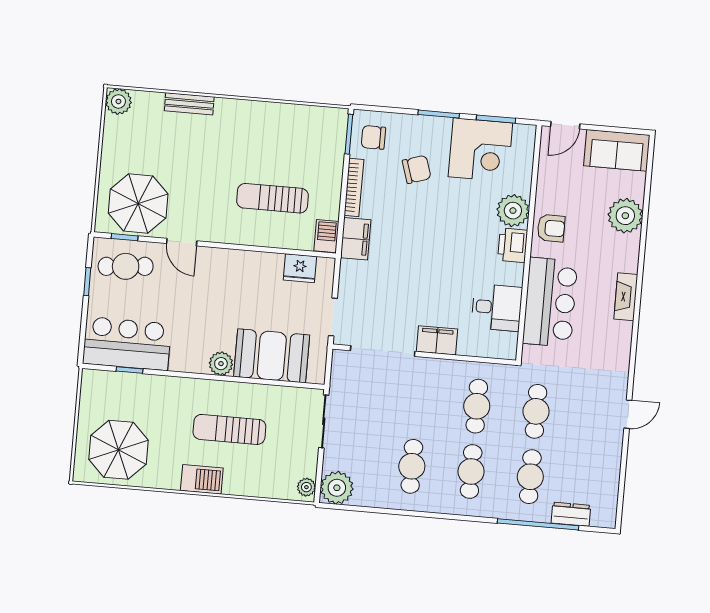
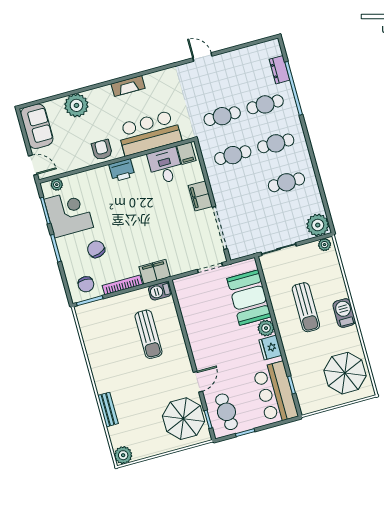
plant: (513, 211) -> (57, 185), moved, width x0.53, depth x0.53
fridge: (300, 268) -> (270, 348), moved, turned 180
filing cabinet: (503, 343) -> (186, 153), added

